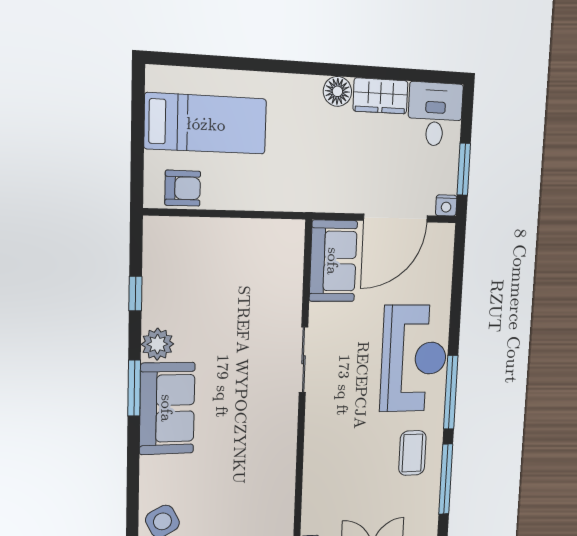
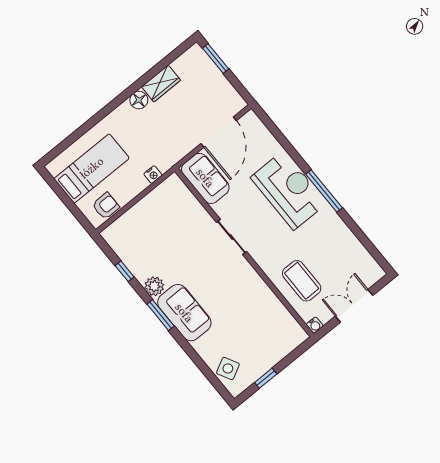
desk: (435, 114) -> (195, 67), removed
window: (464, 169) -> (216, 59), moved
nightstand: (446, 205) -> (153, 175), moved
coffee table: (412, 453) -> (302, 281), moved, width x1.36, depth x1.30
window: (446, 479) -> (361, 236), removed

